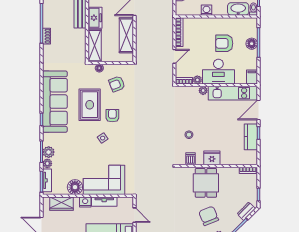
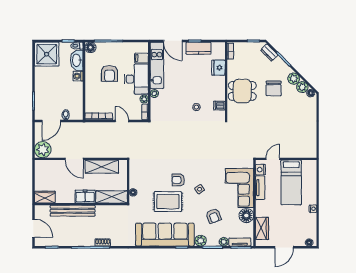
washing machine: (206, 10) -> (78, 76), moved
floor lamp: (252, 44) -> (90, 47), moved
filing cabinet: (252, 77) -> (141, 58), moved
armchair: (117, 84) -> (214, 216), moved
plant: (49, 152) -> (201, 241), moved
fridge: (212, 158) -> (218, 68), moved
nightstand: (85, 202) -> (260, 170), moved
chair: (209, 216) -> (274, 88), turned -68

